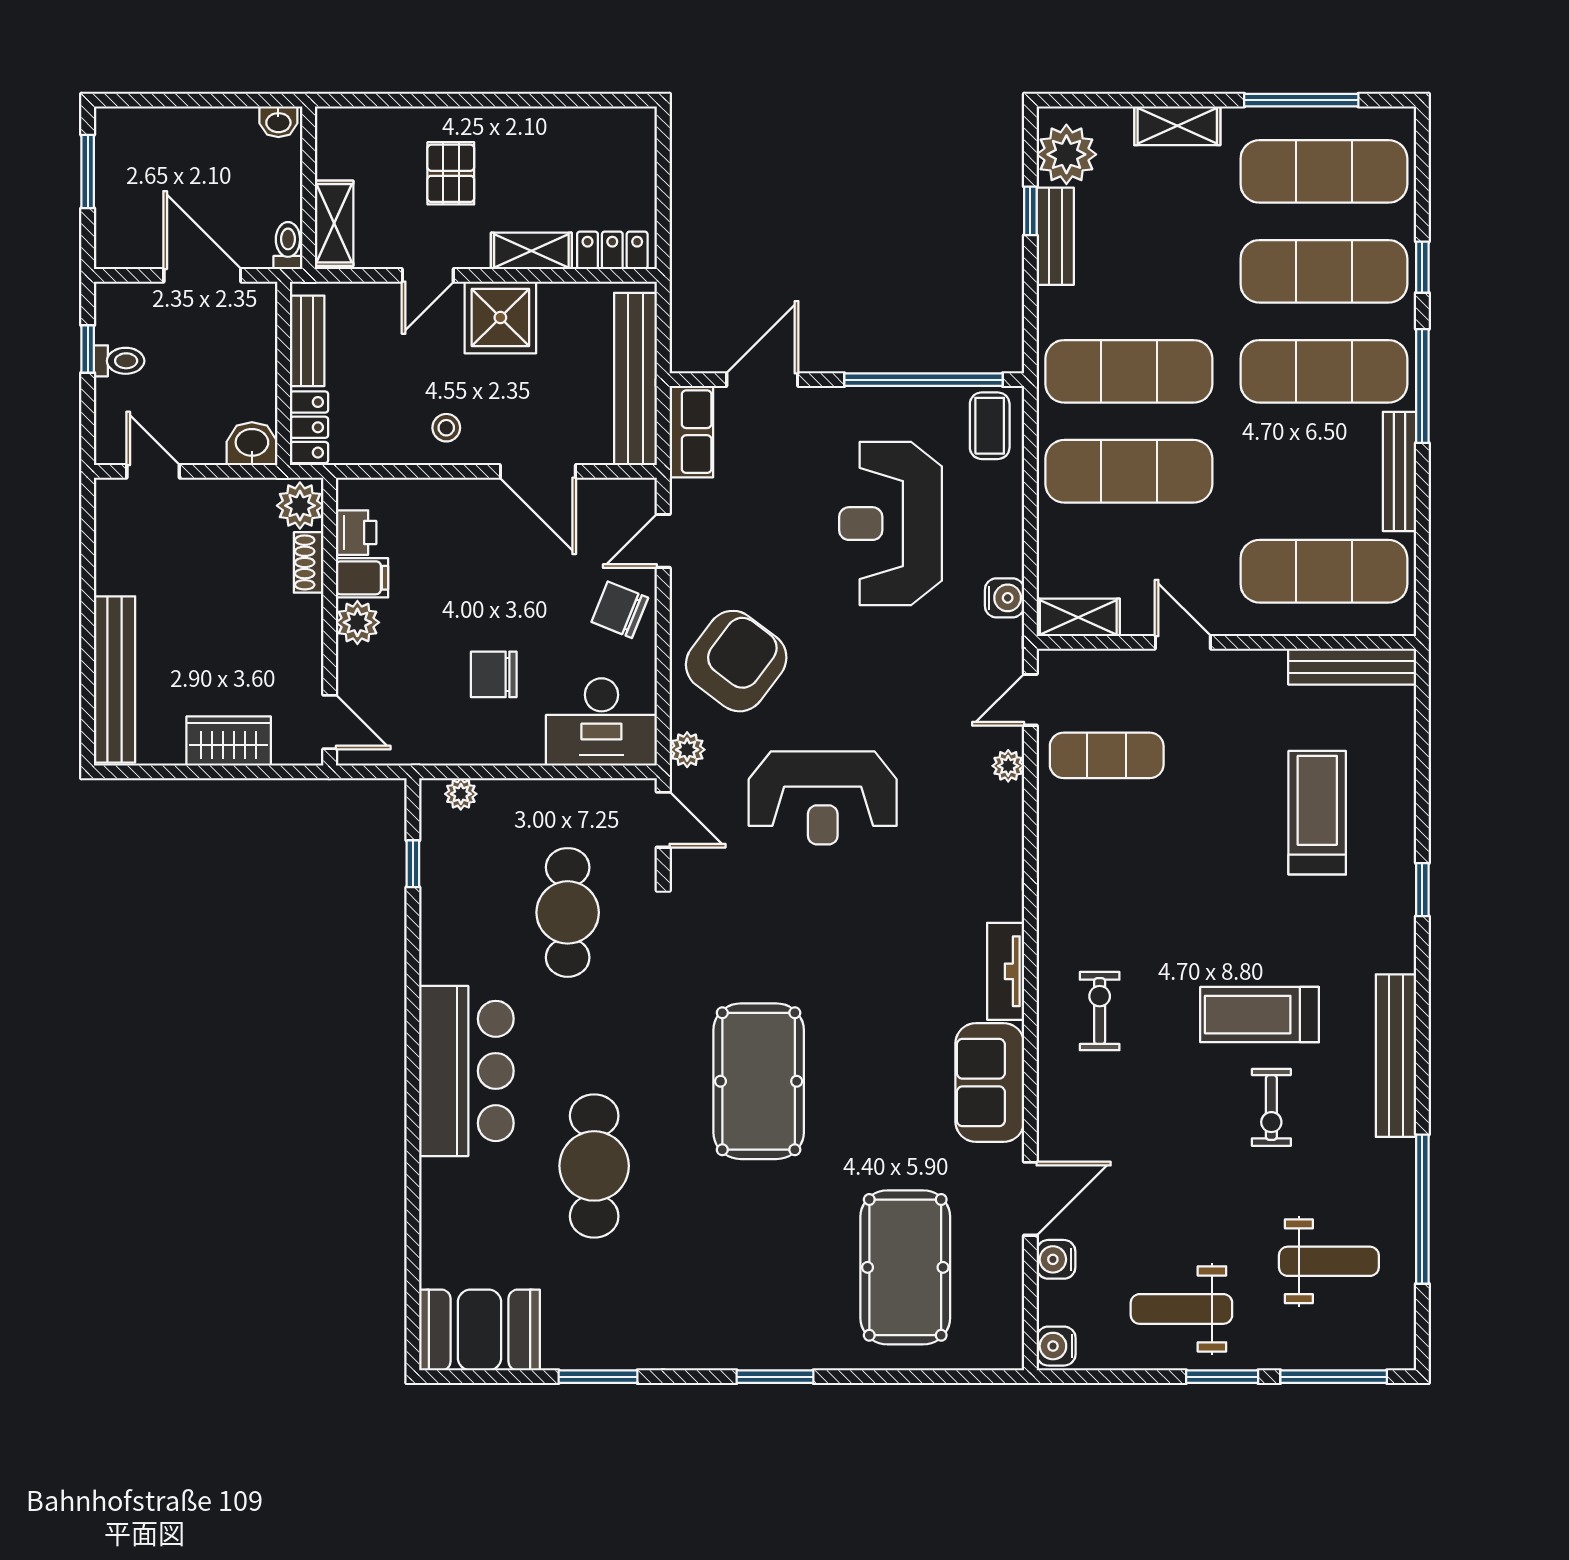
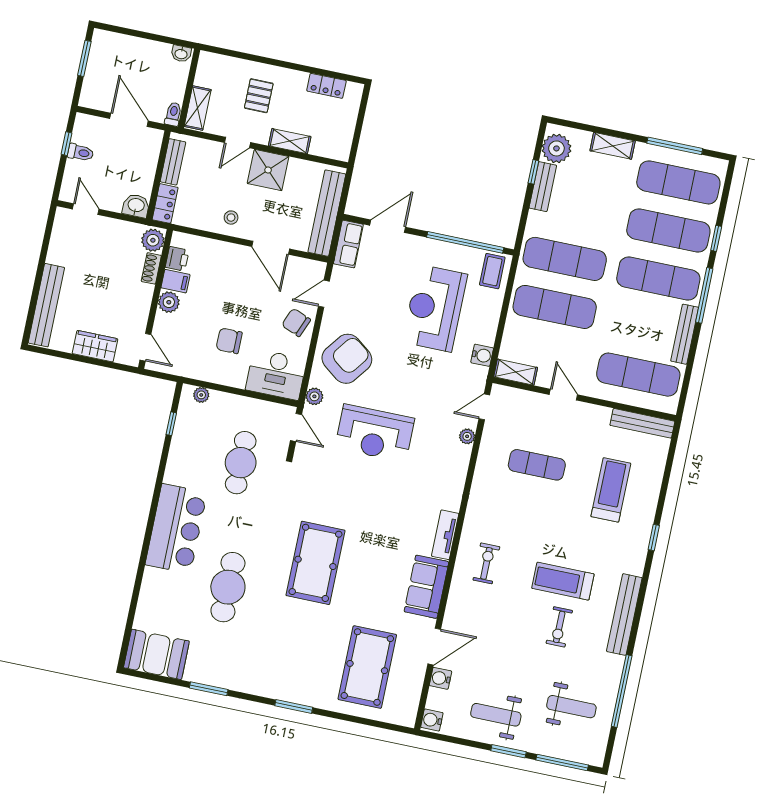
locker: (612, 250) -> (326, 86), moved, turned 180
exercise mat: (1107, 755) -> (537, 465), moved

